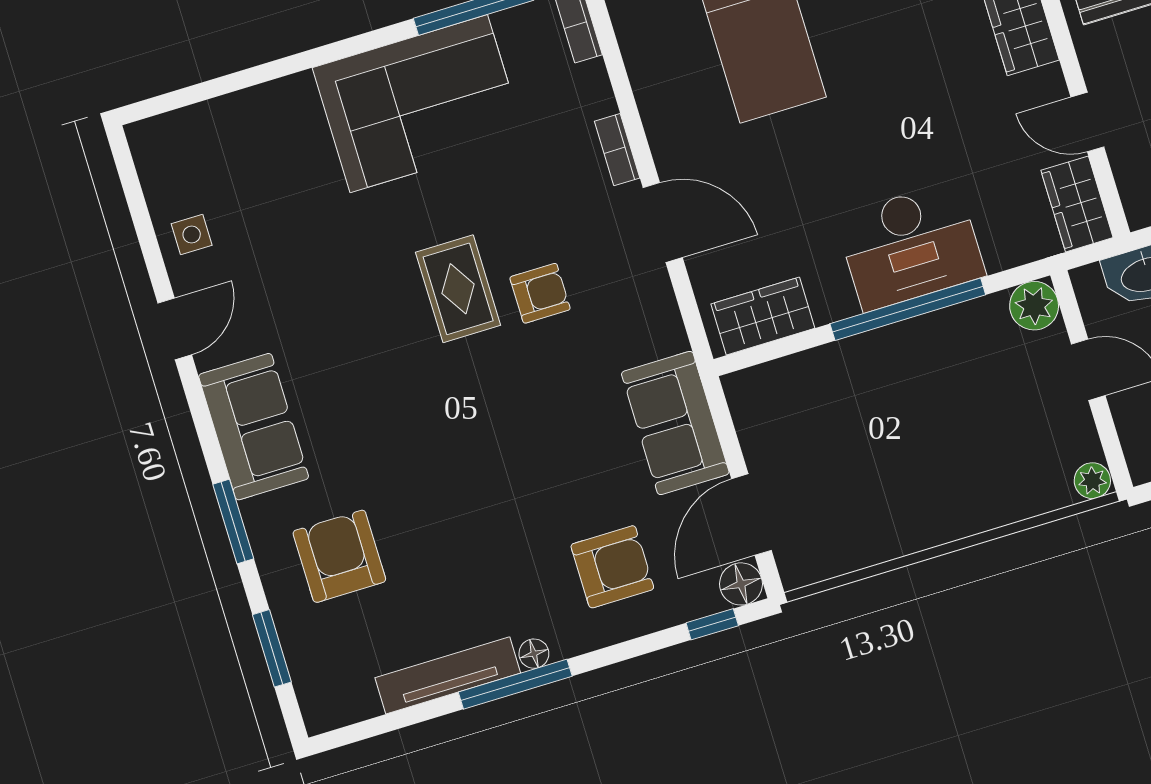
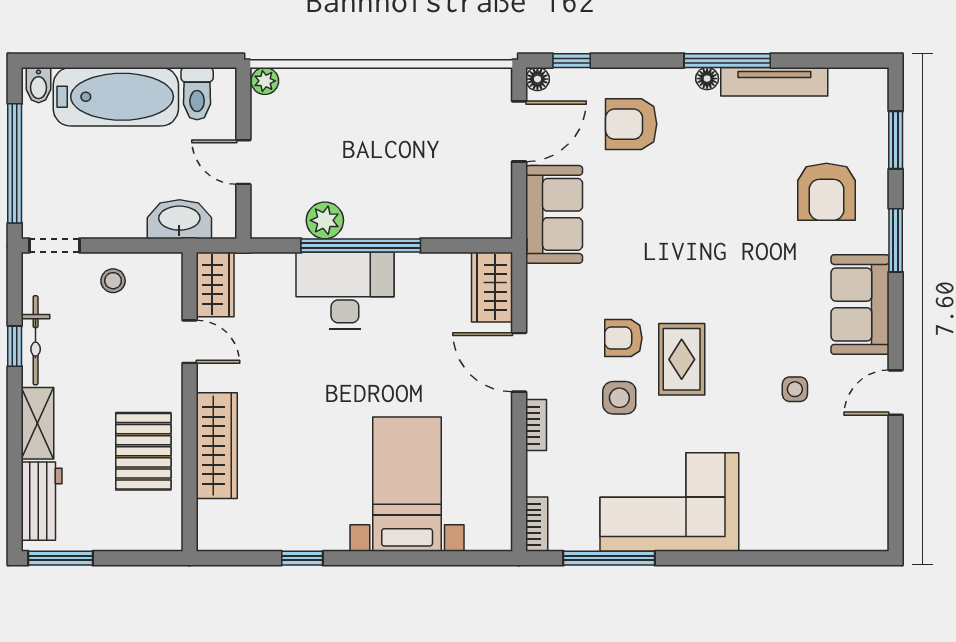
side table: (522, 216) -> (619, 398), added
side table: (192, 235) -> (795, 389), moved
plant: (1034, 306) -> (325, 220), moved
wardrobe: (763, 316) -> (492, 287), moved, turned 90
floor lamp: (741, 584) -> (537, 79), width x0.73, depth x0.73

